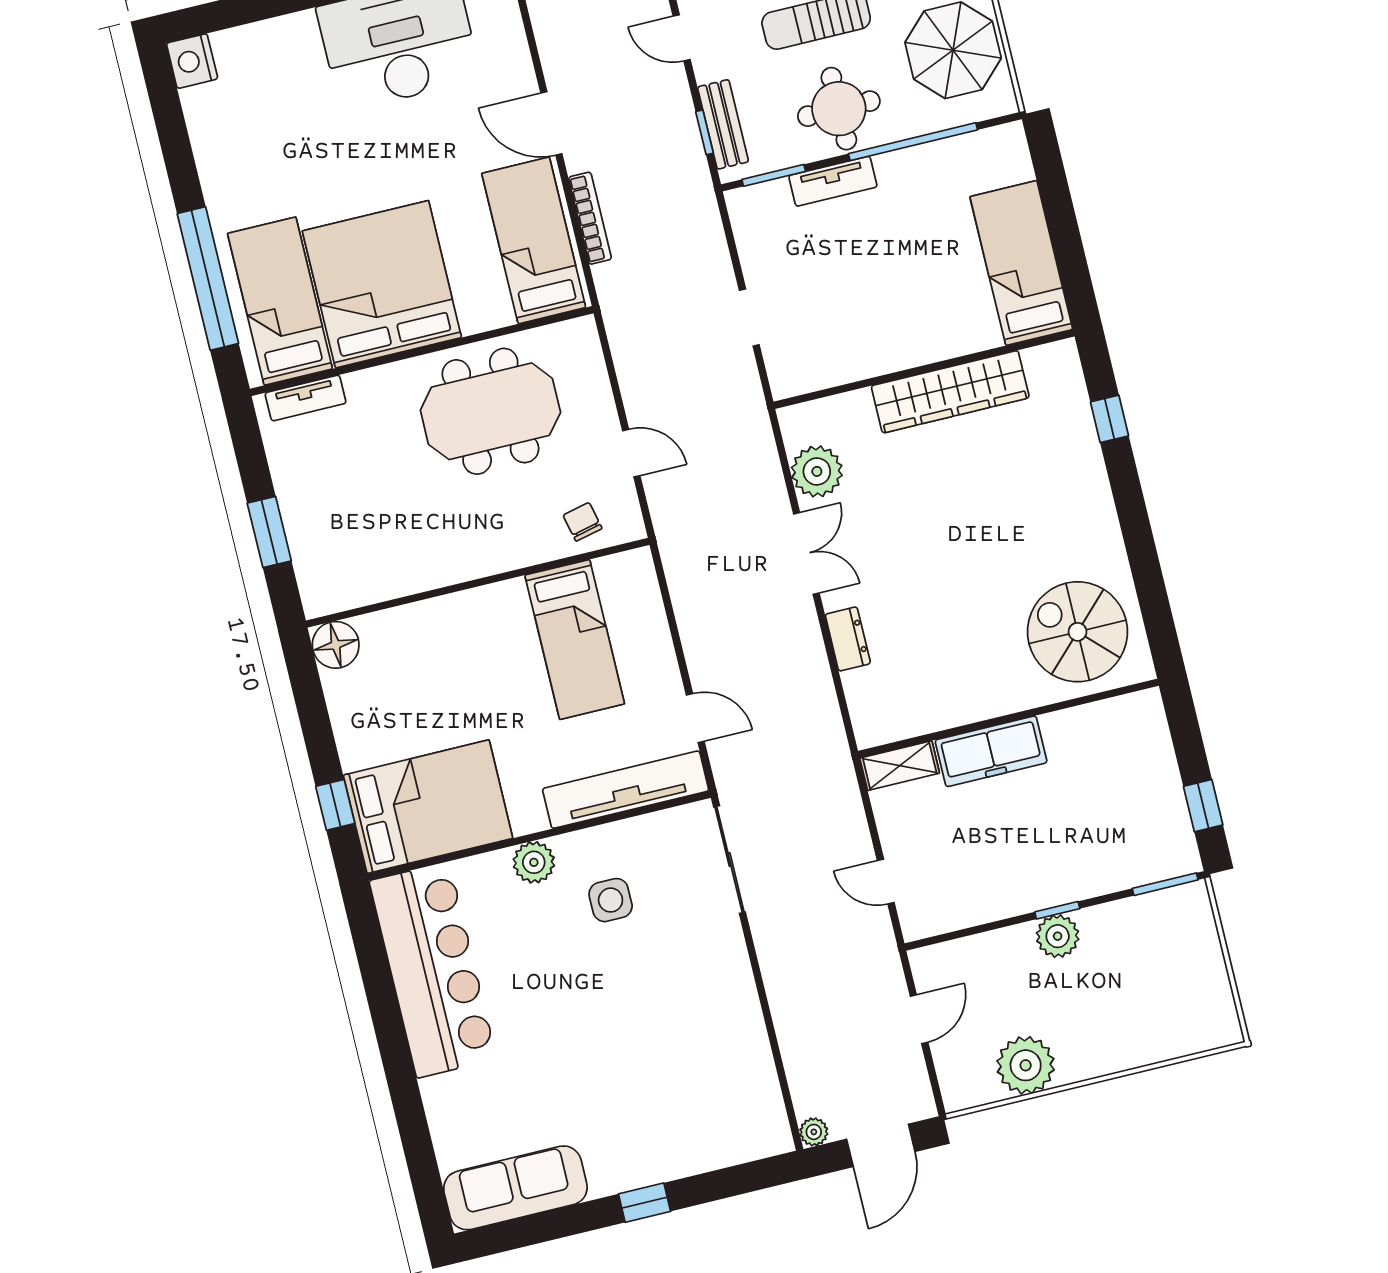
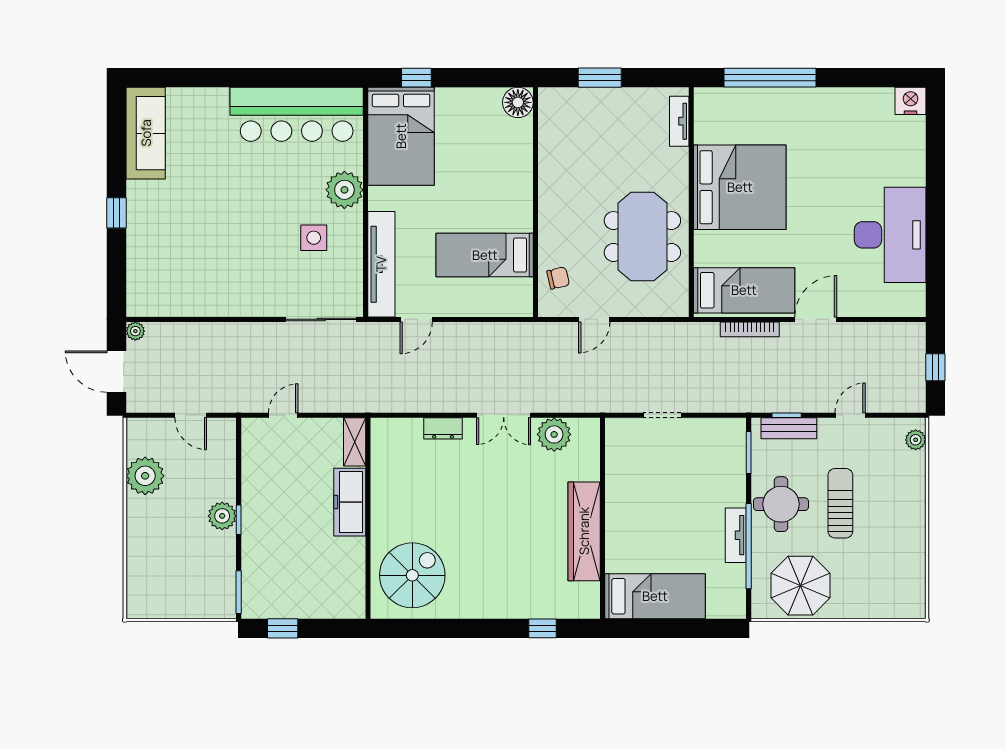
tv unit: (833, 181) -> (736, 535), moved
bed: (280, 301) -> (745, 120), removed
plant: (534, 862) -> (344, 190), width x1.36, depth x1.36

